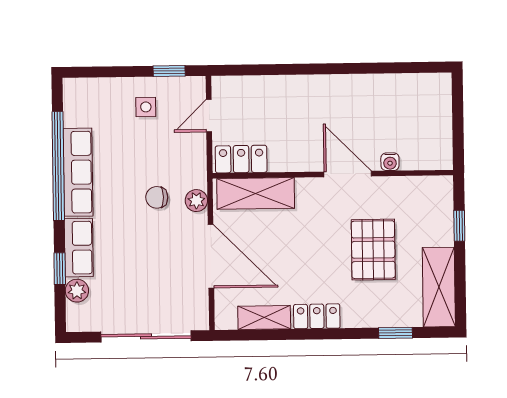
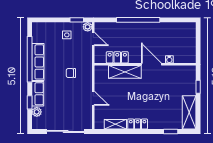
window: (315, 69) -> (138, 20), added
door: (209, 116) -> (93, 39), swing flipped
locker: (241, 159) -> (117, 57), moved
shelving: (256, 193) -> (125, 72), moved
plant: (196, 201) -> (88, 27), moved
pallet: (373, 250) -> (162, 96), removed
door: (211, 256) -> (93, 98), width x0.53

